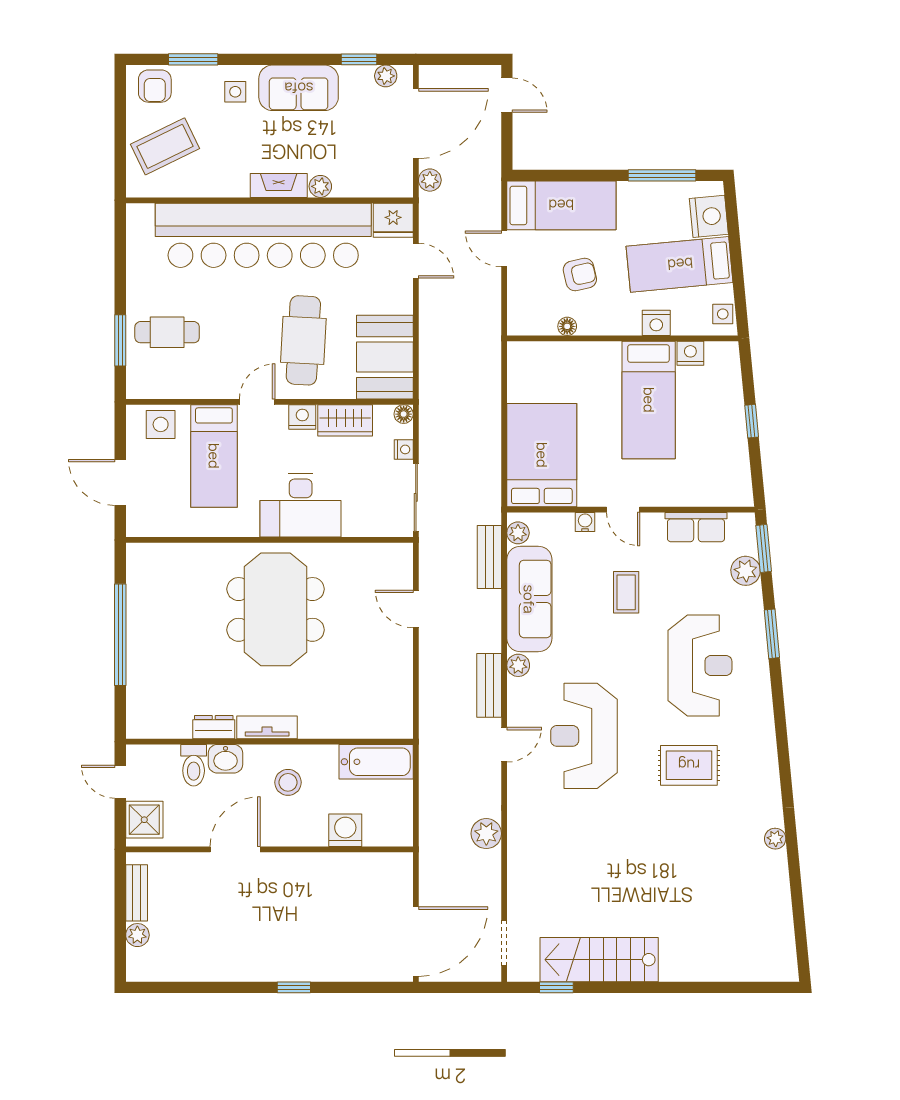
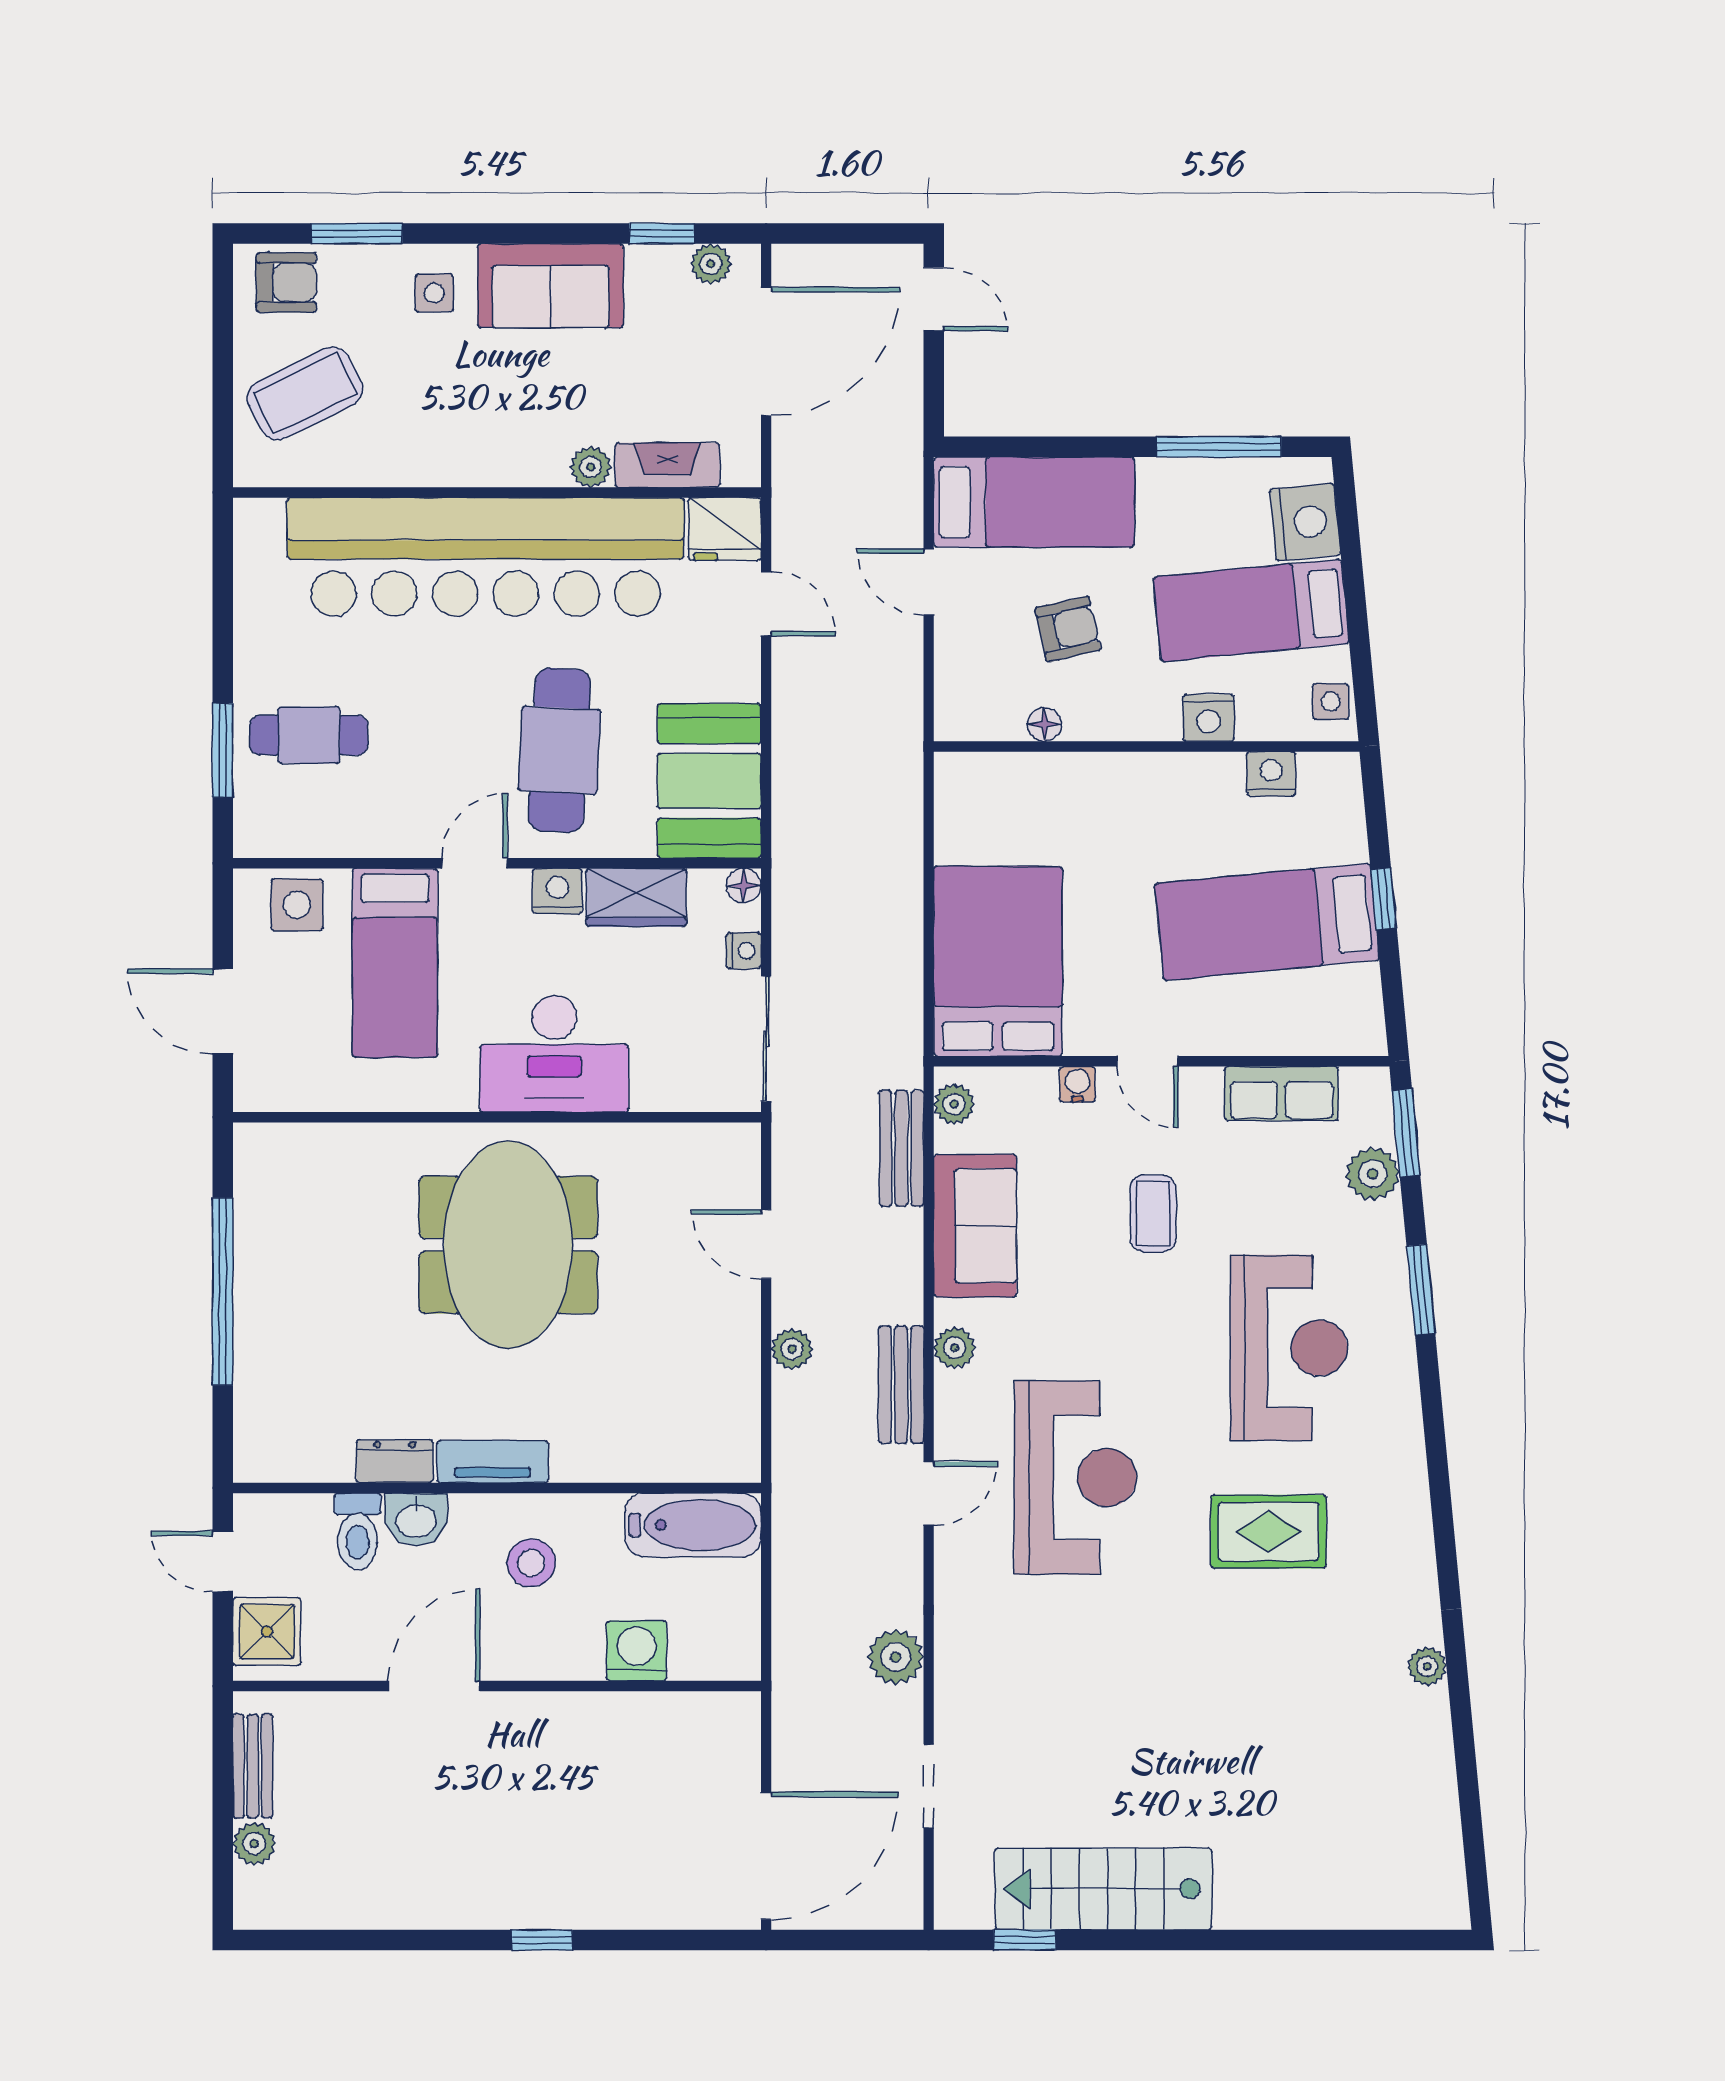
armchair: (155, 86) -> (286, 283), turned -90
plant: (430, 180) -> (792, 1349), moved
fireplace: (279, 185) -> (667, 465), moved
bed: (649, 400) -> (1267, 922), moved, turned 85
sofa: (529, 599) -> (975, 1226), width x0.73
reception desk: (584, 736) -> (1075, 1477), turned 180
doorway: (504, 943) -> (929, 1786), moved

